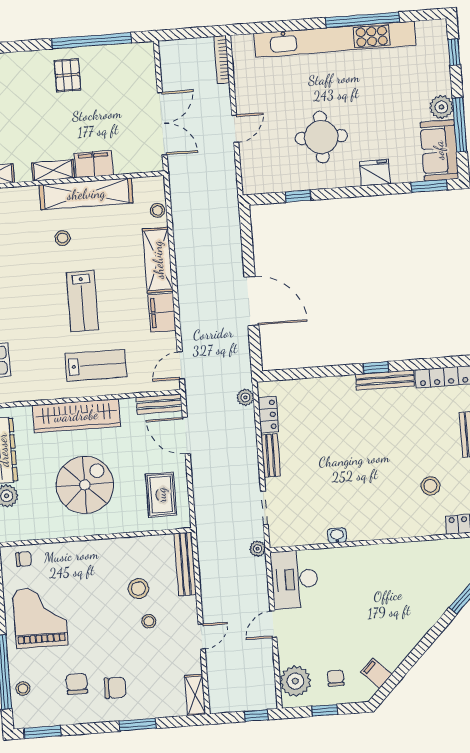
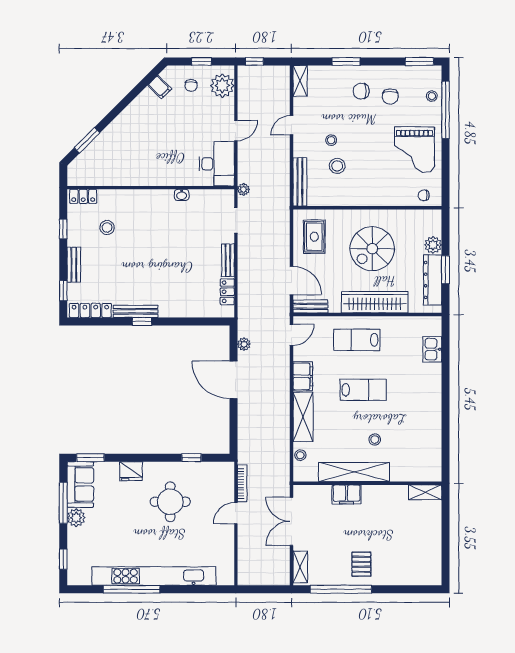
bookcase: (222, 60) -> (242, 483), moved
shelving: (53, 170) -> (300, 567), moved, turned 90
lab bench: (83, 301) -> (363, 390), turned 90
plant: (245, 397) -> (244, 344), moved

